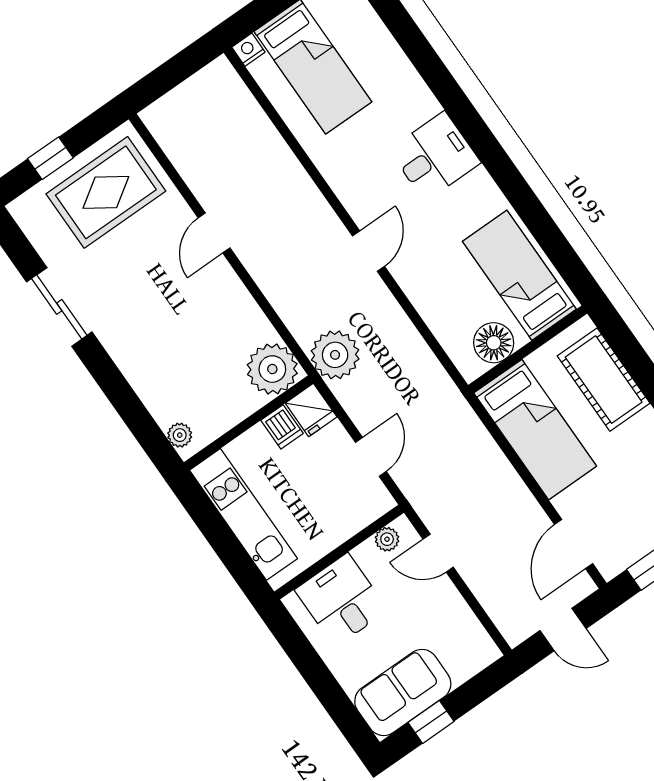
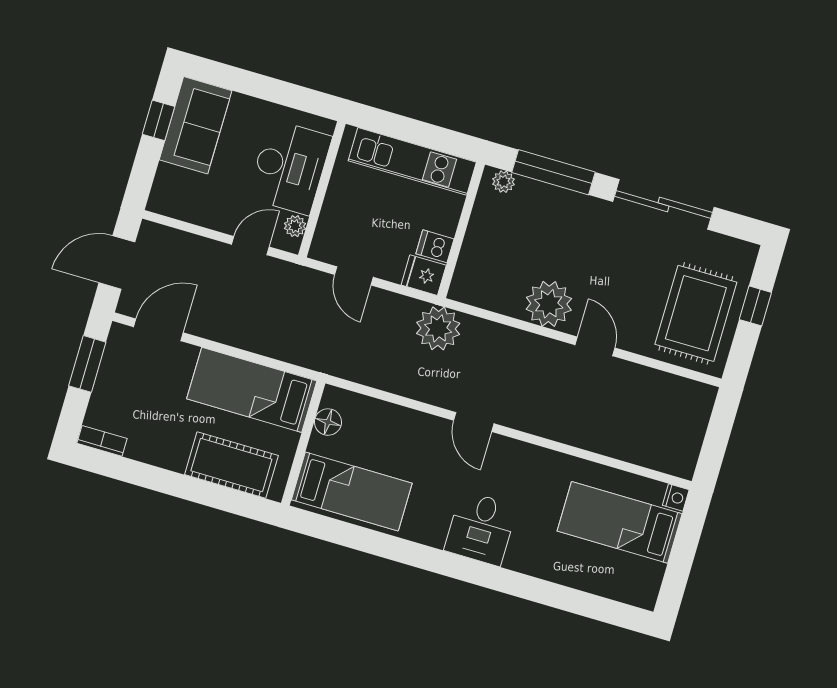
sliding door: (59, 307) -> (663, 204), width x1.37
floor lamp: (494, 343) -> (328, 422), width x0.73, depth x0.73
plant: (272, 369) -> (549, 304), moved
window: (131, 409) -> (553, 172), added
door: (574, 544) -> (158, 330), hinge flipped
desk: (341, 600) -> (290, 167), width x1.37
door: (563, 629) -> (117, 262), width x1.38

